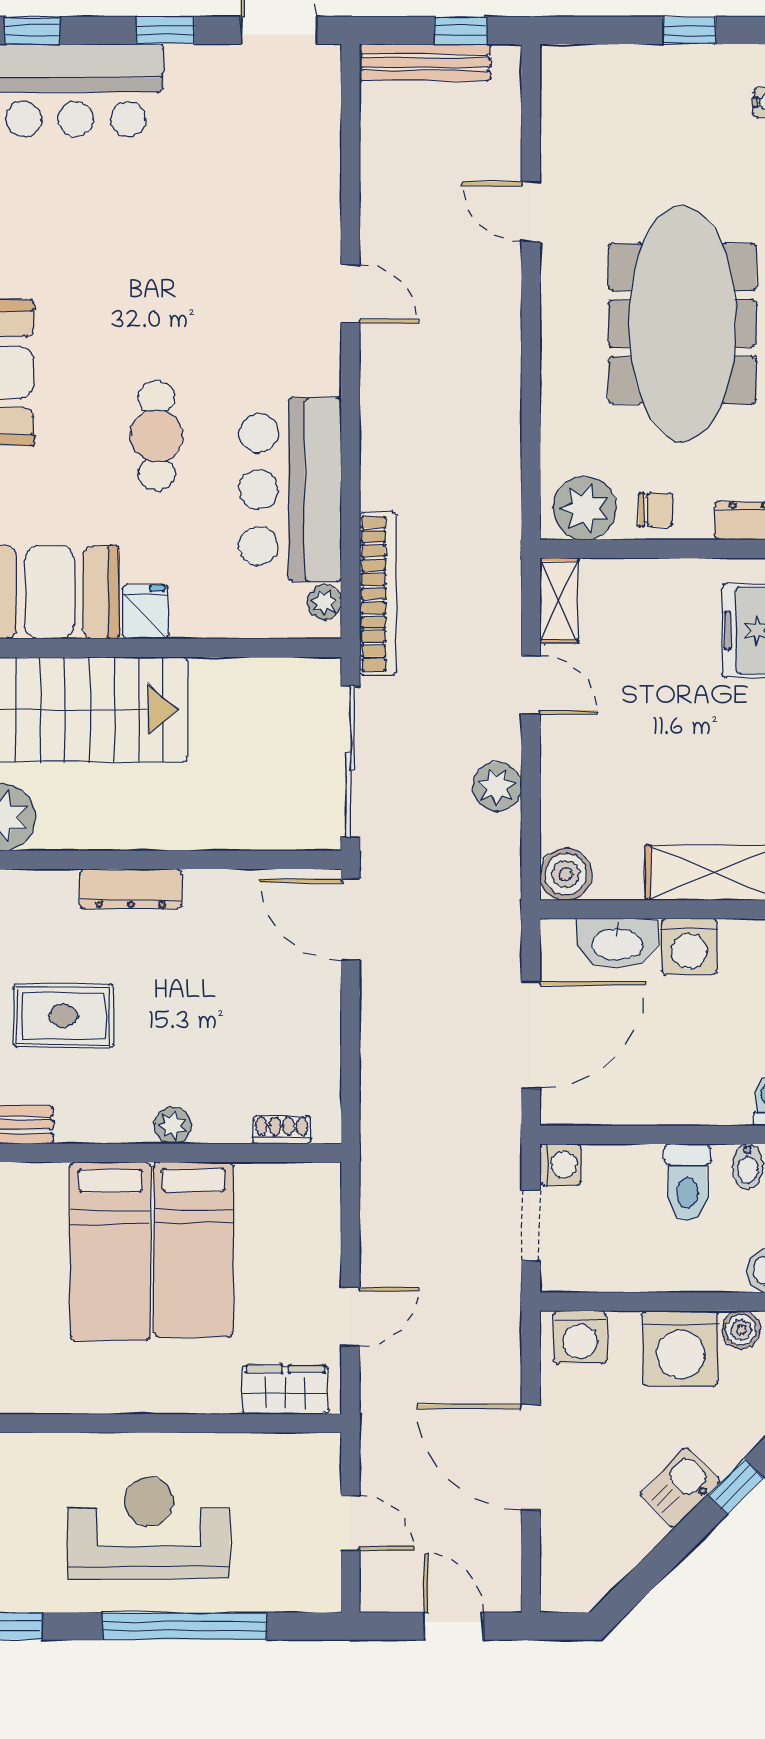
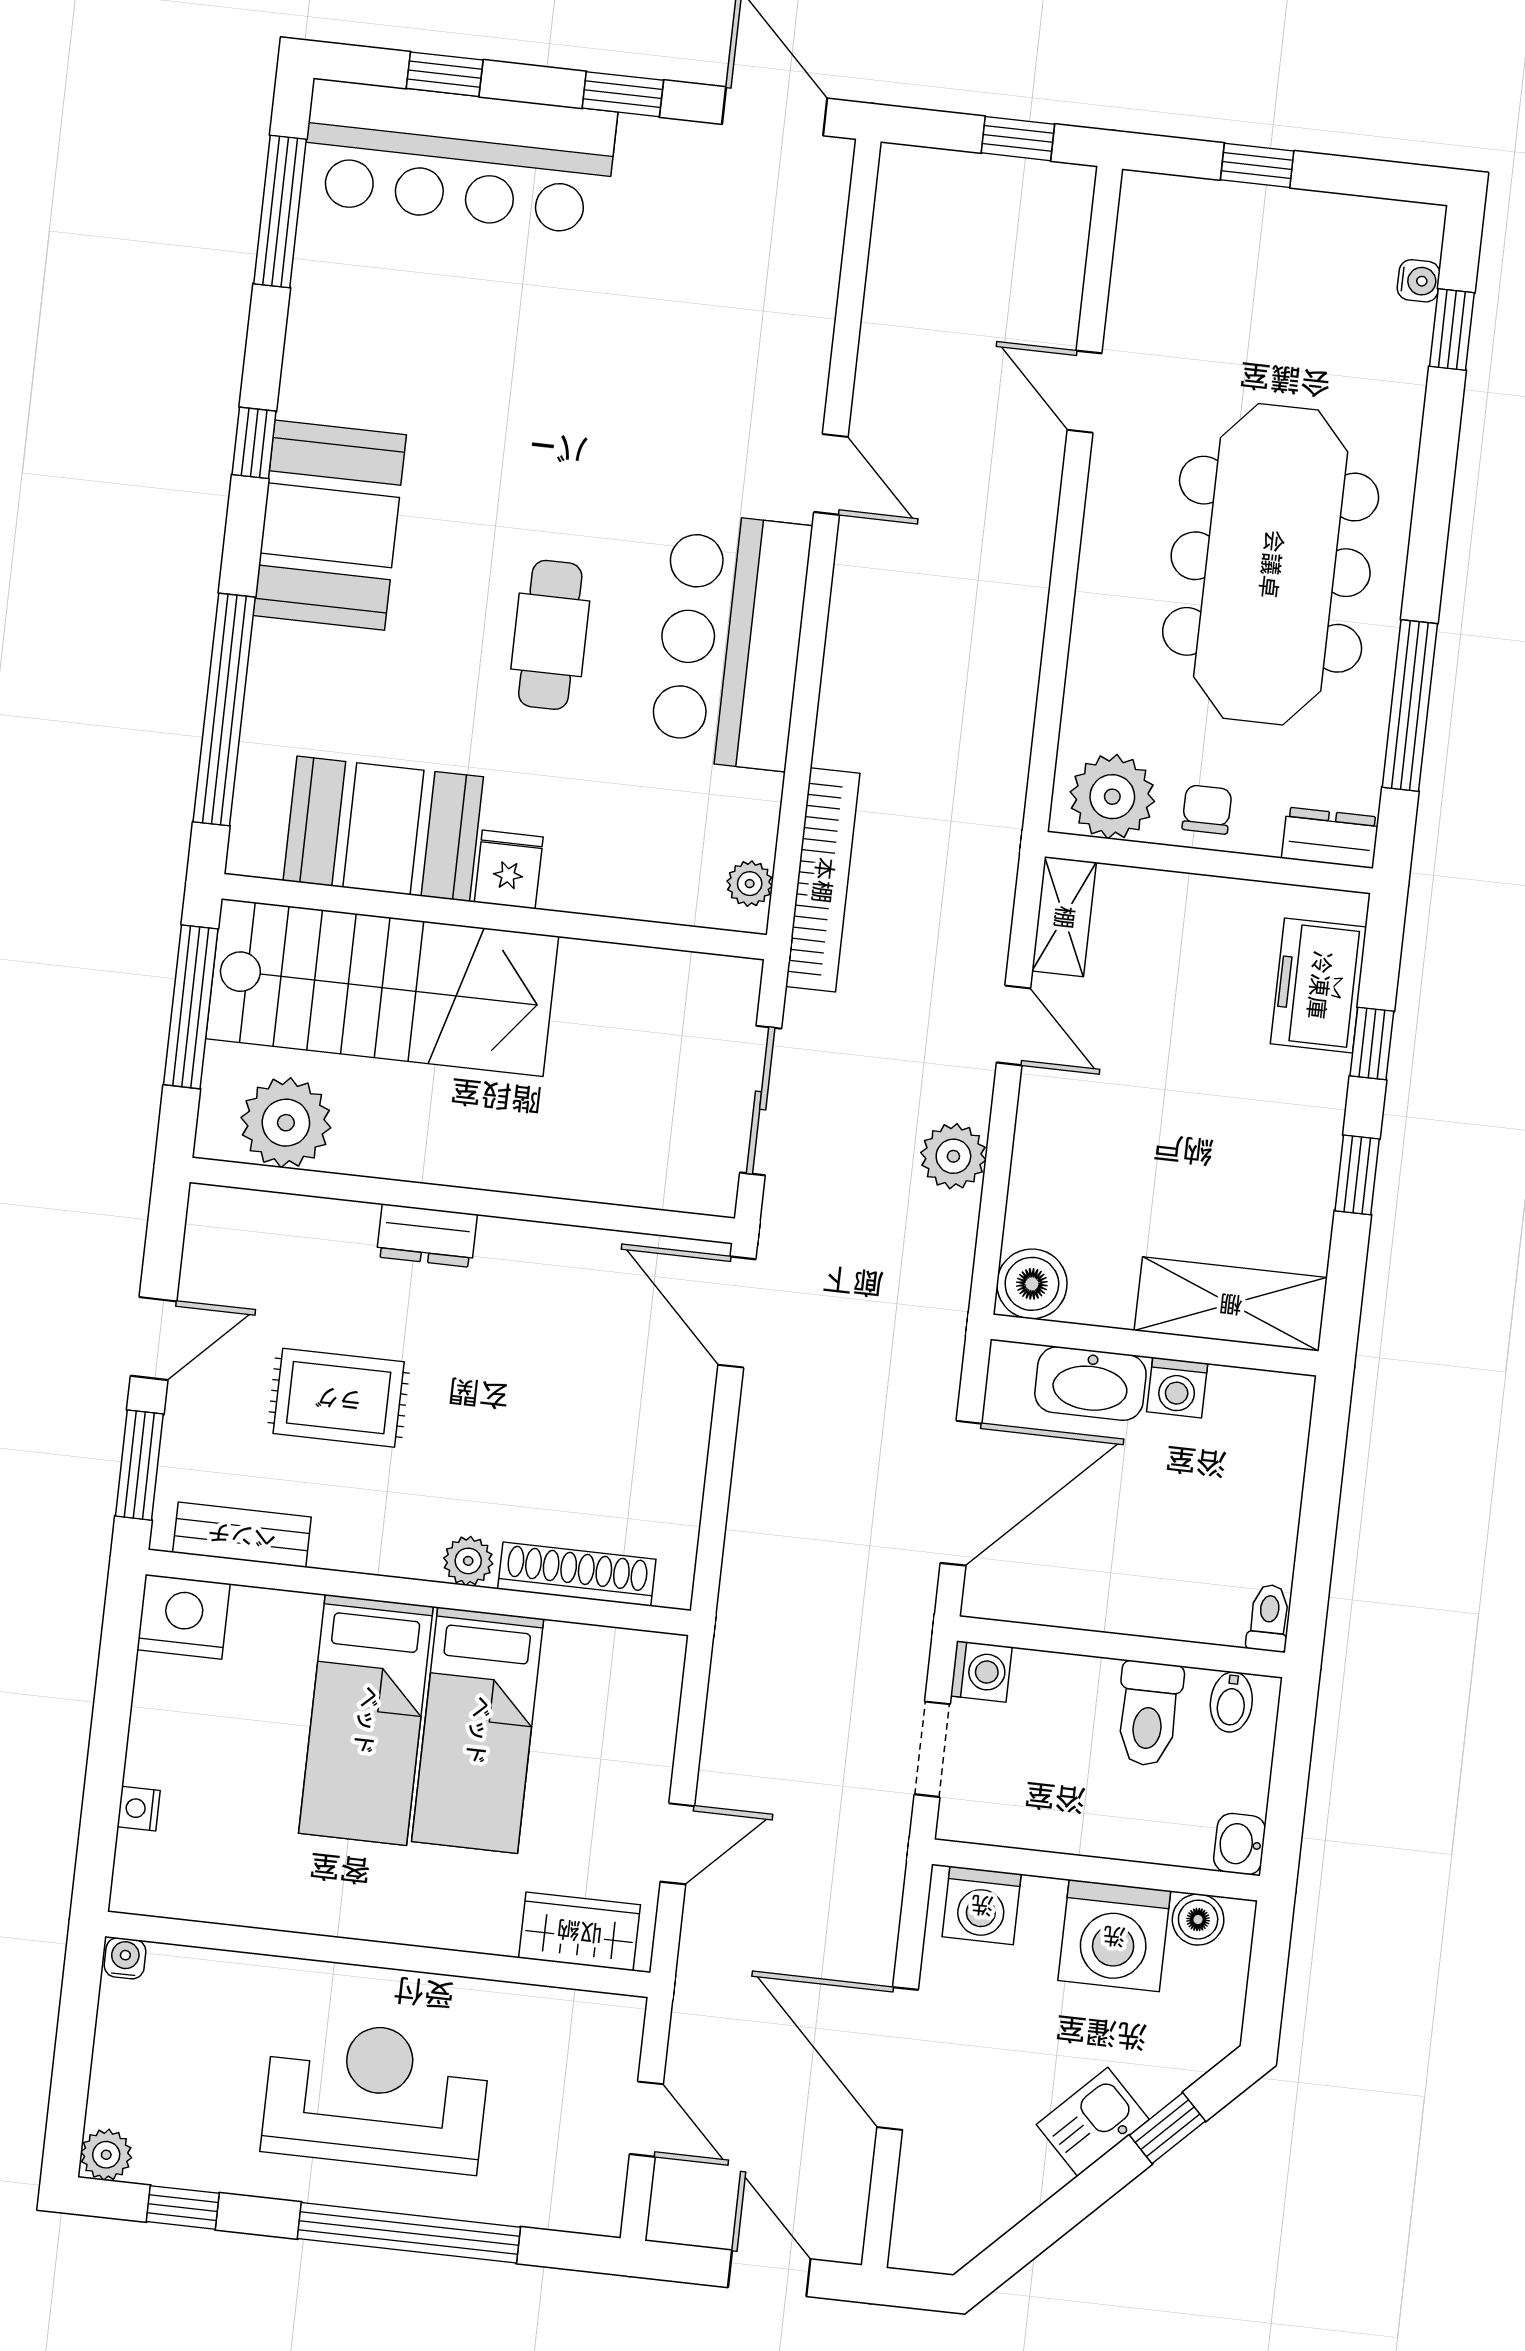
window: (689, 30) -> (1257, 165), moved
bench: (425, 62) -> (965, 176), removed
bar counter: (290, 490) -> (731, 641), moved
chair: (656, 510) -> (1207, 809), turned -90
sliding door: (350, 762) -> (761, 1101), width x0.73
dresser: (131, 889) -> (427, 1236), width x0.70
washing machine: (689, 947) -> (1177, 1388), width x0.73, depth x0.73
shoe rack: (282, 1130) -> (577, 1574), width x1.94, depth x1.24

